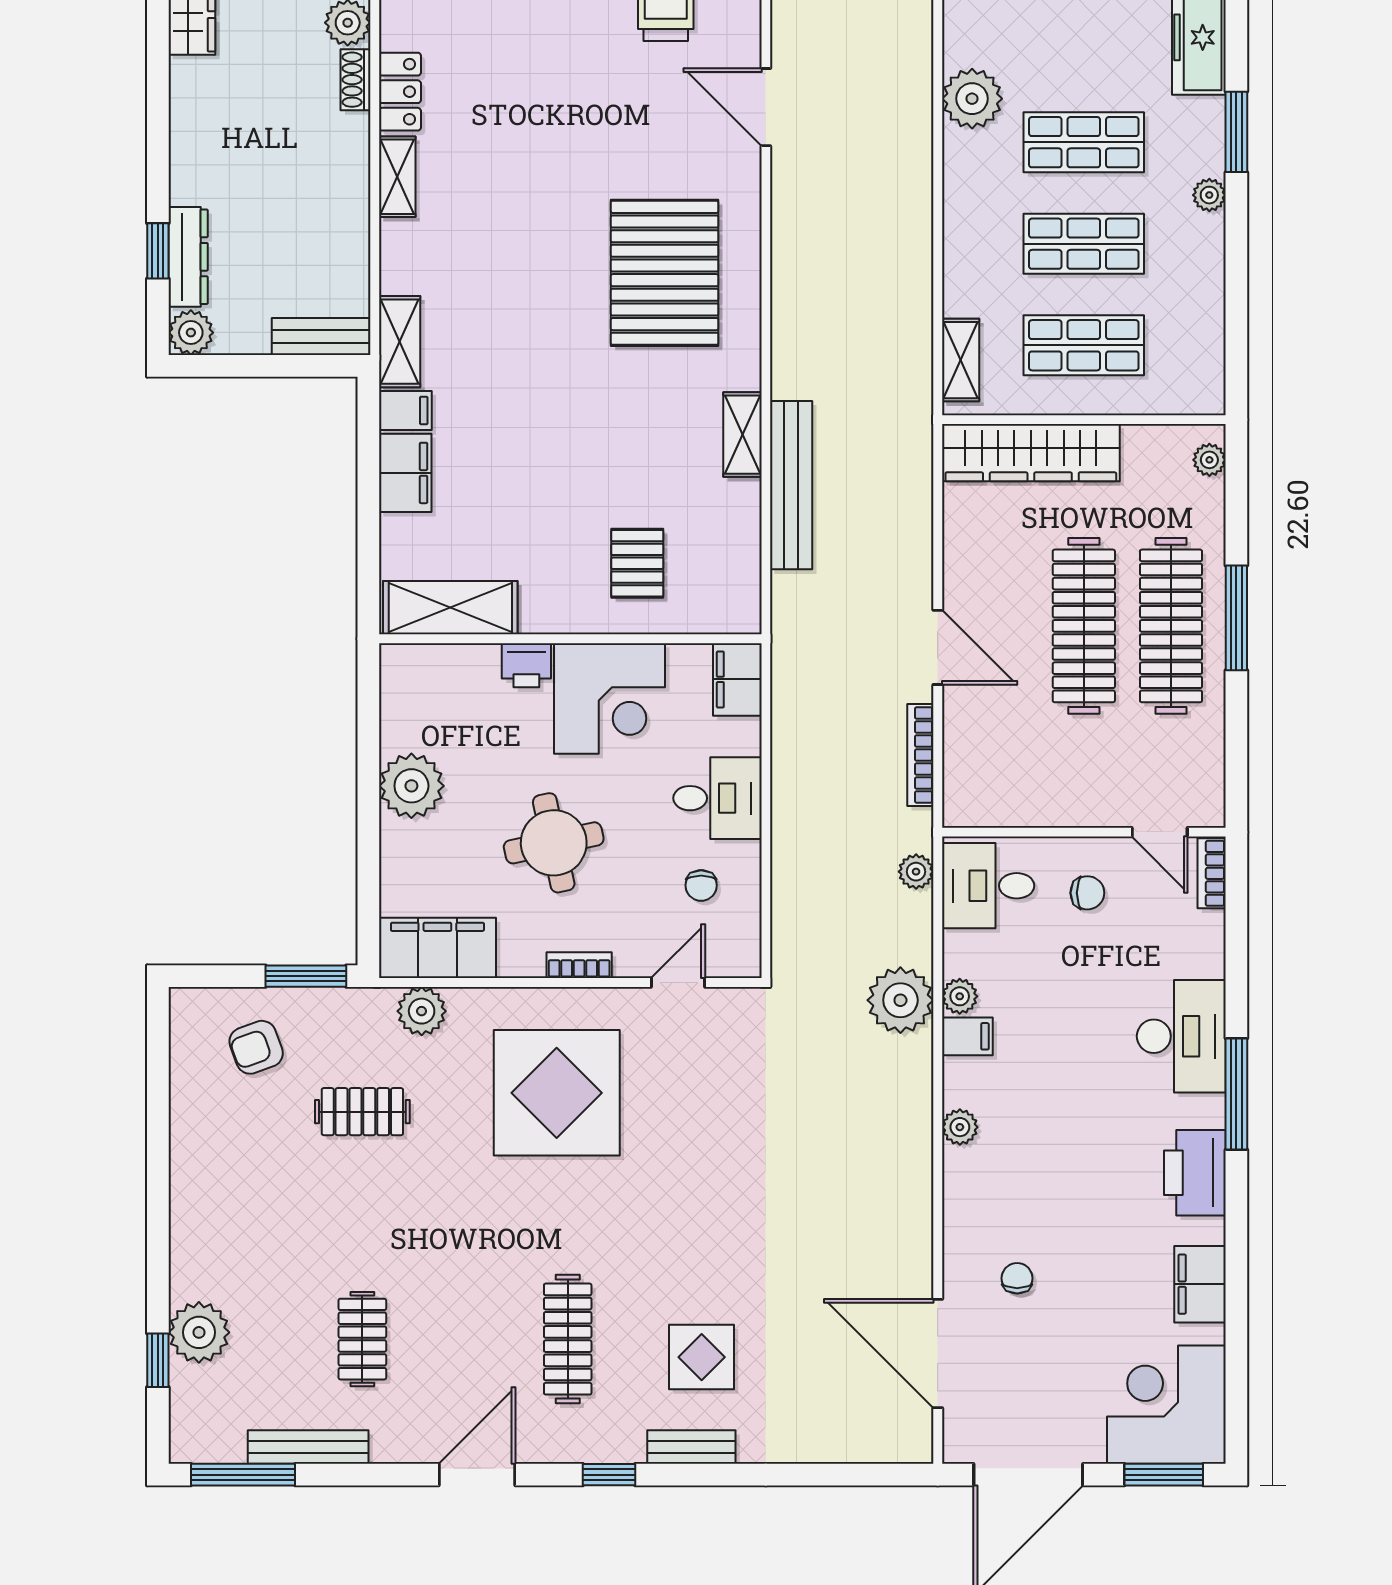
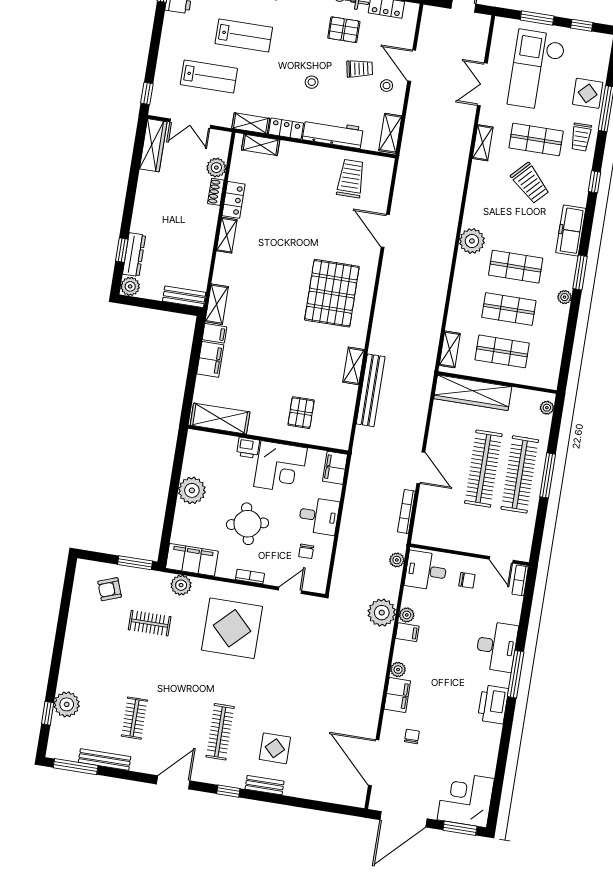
filing cabinet: (1200, 1284) -> (397, 695), moved, turned 180

